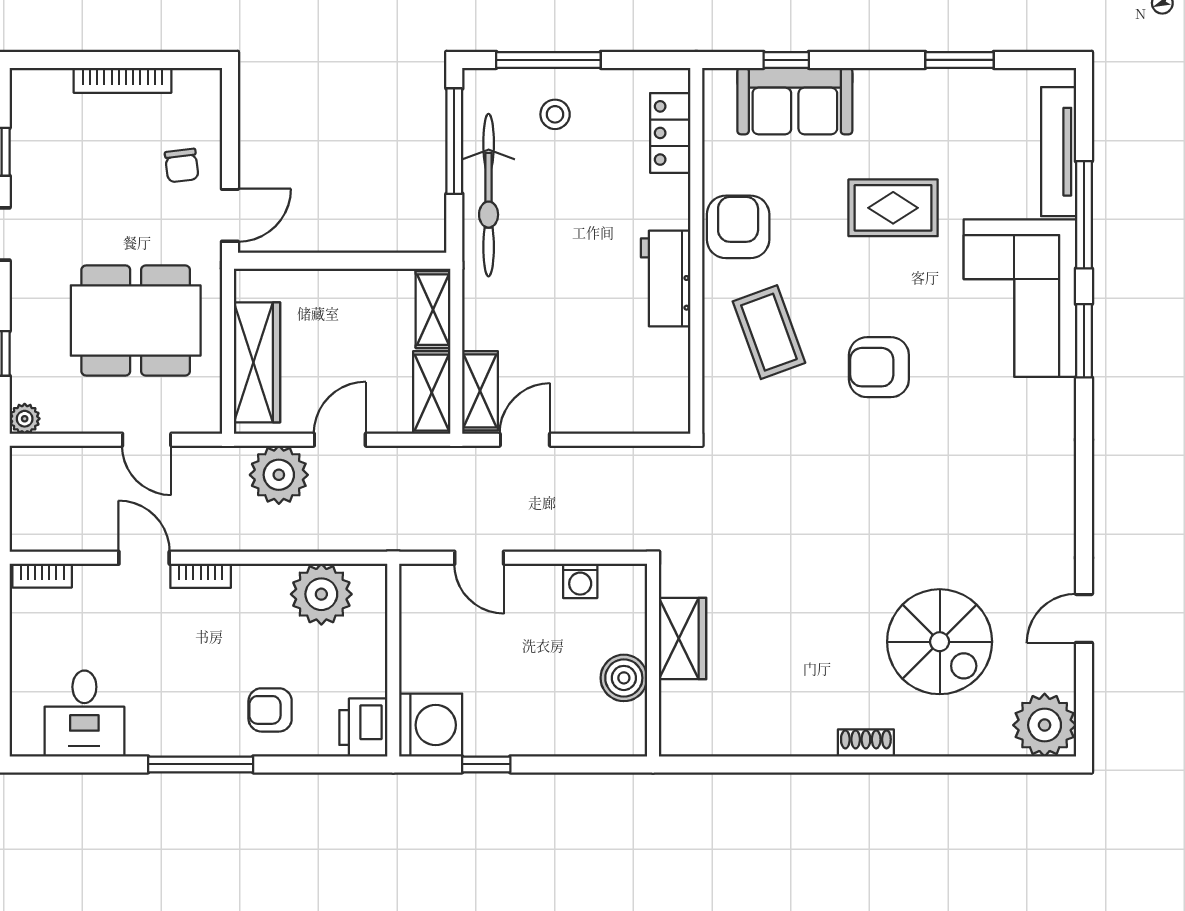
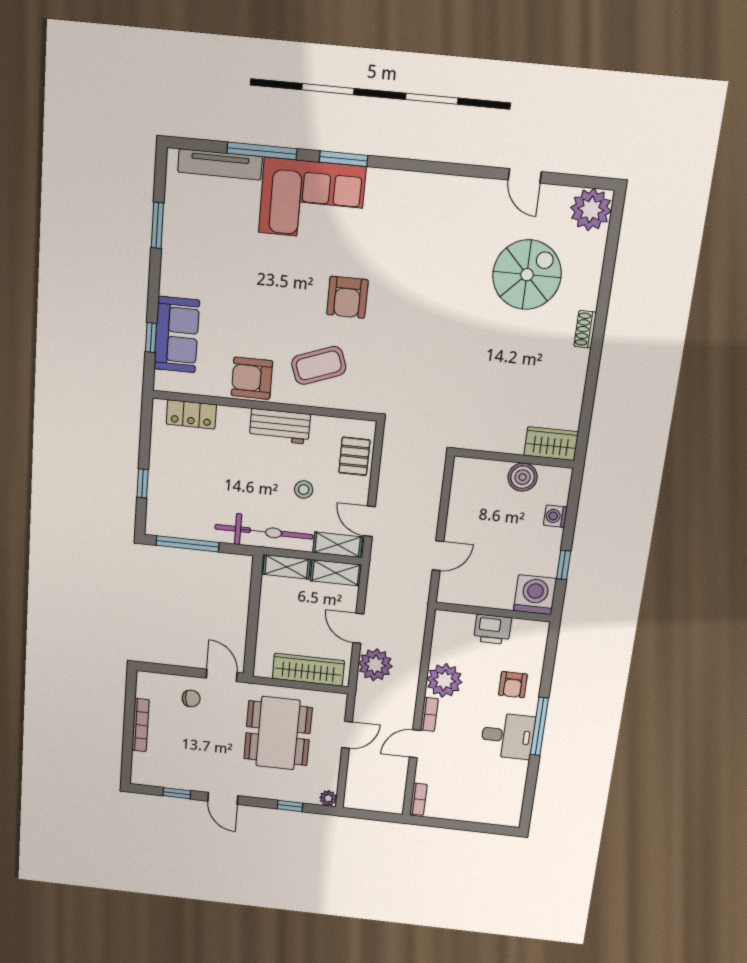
window: (548, 60) -> (143, 483), width x0.46
stool: (555, 114) -> (304, 489), moved
bicycle: (489, 195) -> (264, 532), moved
rug: (893, 208) -> (248, 278), removed
pallet: (629, 404) -> (354, 456), added
washing machine: (580, 581) -> (555, 516), moved, turned 180
plant: (321, 594) -> (444, 680), moved
wardrobe: (683, 638) -> (551, 444), moved
desk: (84, 714) -> (508, 736), moved
printer: (363, 727) -> (493, 629), moved

